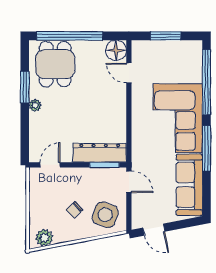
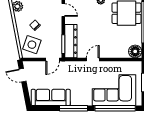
door: (129, 73) -> (93, 59), moved
corner sofa: (178, 118) -> (114, 90), moved
door: (154, 230) -> (23, 75), hinge flipped

